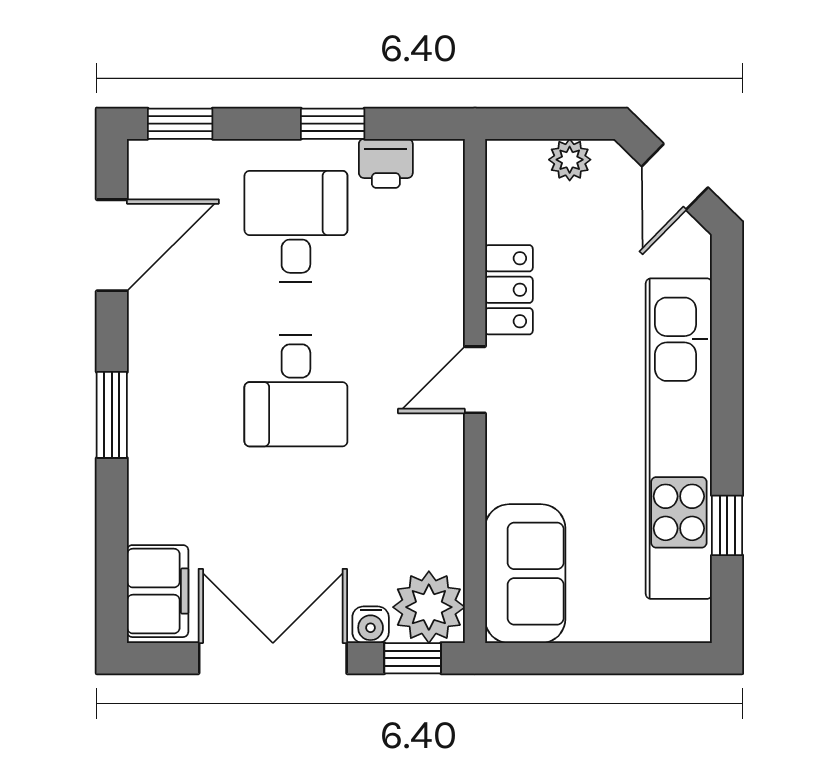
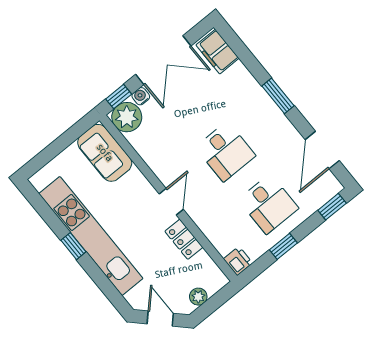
printer: (386, 163) -> (238, 261), moved, turned 90
desk: (296, 391) -> (225, 151), turned 180
window: (727, 525) -> (73, 246), moved

